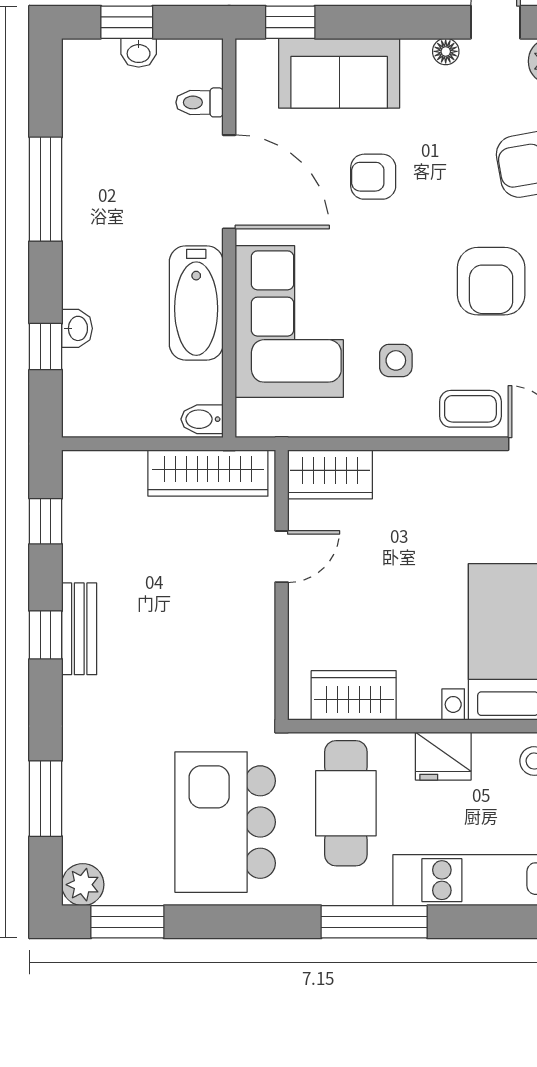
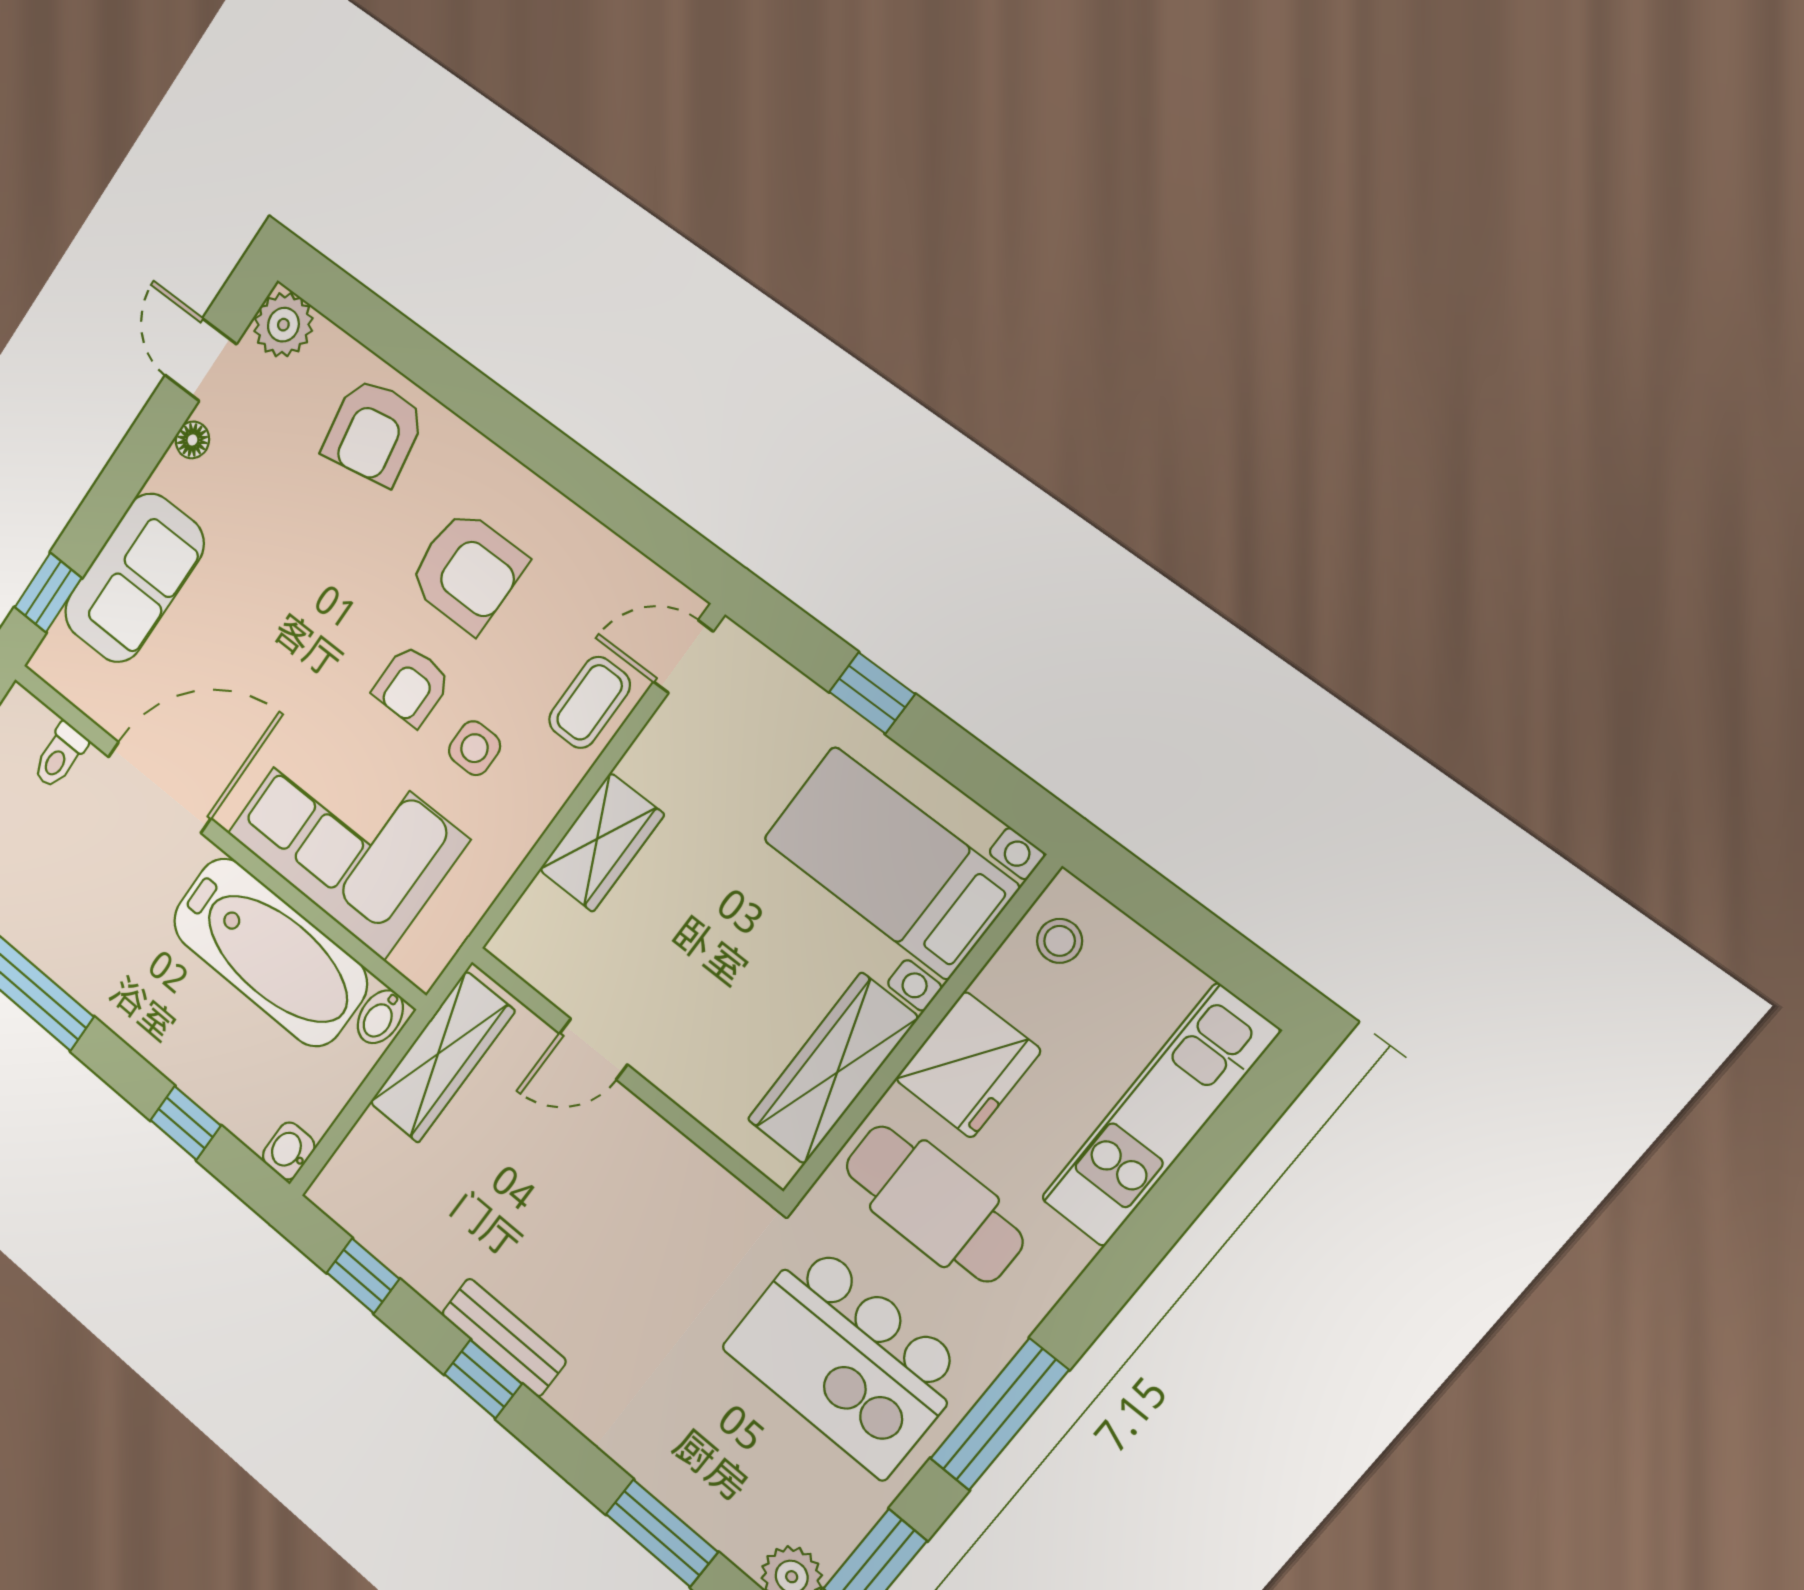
armchair: (373, 177) -> (412, 686), moved
bathtub: (196, 303) -> (270, 952), width x1.36, depth x1.36
washbasin: (77, 328) -> (289, 1151), moved, turned -90
wardrobe: (330, 474) -> (602, 842), moved
door: (282, 557) -> (593, 1049), swing flipped
wardrobe: (354, 695) -> (833, 1069), width x1.50
fridge: (443, 756) -> (968, 1065), width x1.36, depth x1.34
window: (374, 922) -> (999, 1415), moved

